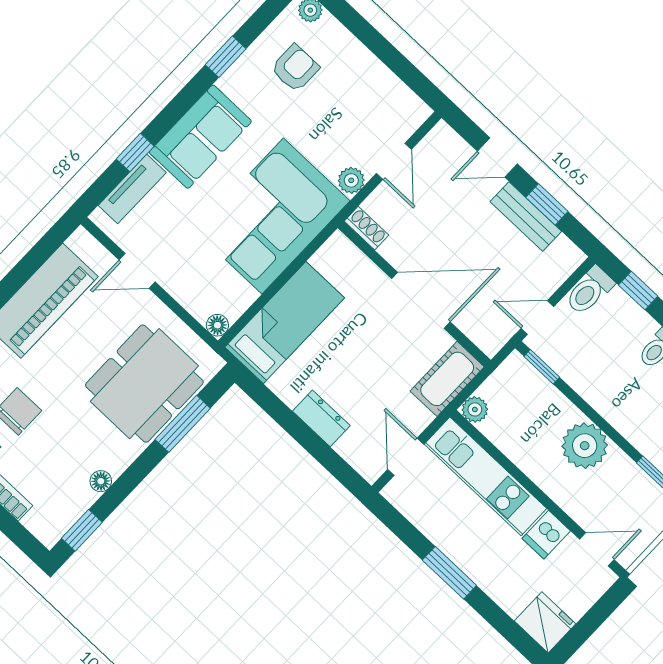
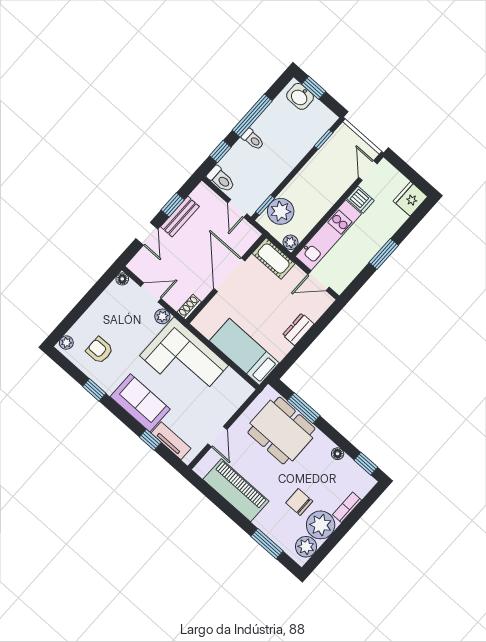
floor lamp: (217, 325) -> (122, 279), moved
plant: (585, 446) -> (281, 211), moved

